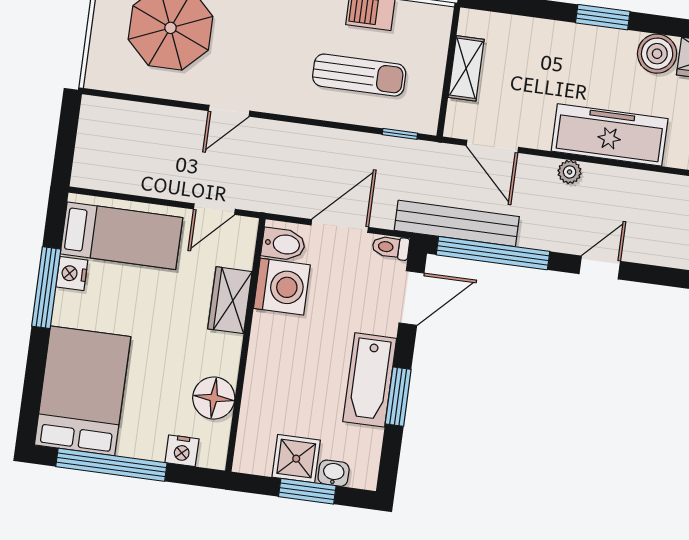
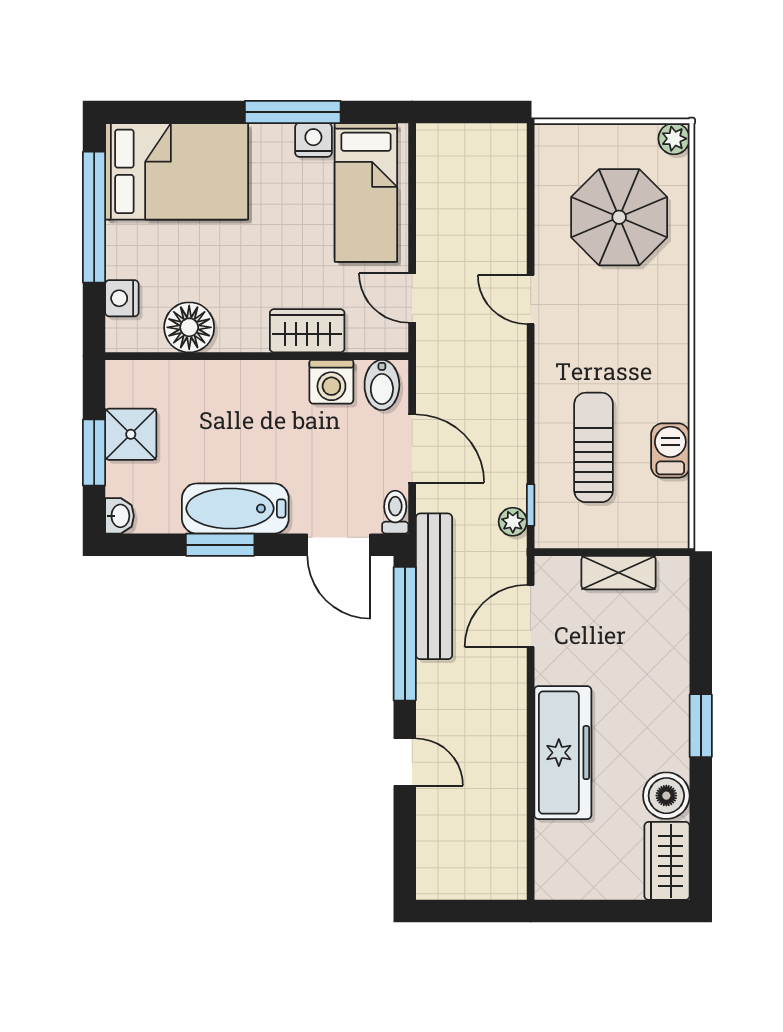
sun lounger: (359, 75) -> (594, 447), turned 180
plant: (570, 172) -> (513, 522), moved
washing machine: (282, 287) -> (331, 382), width x0.73, depth x0.73
washbasin: (334, 473) -> (120, 516), moved

